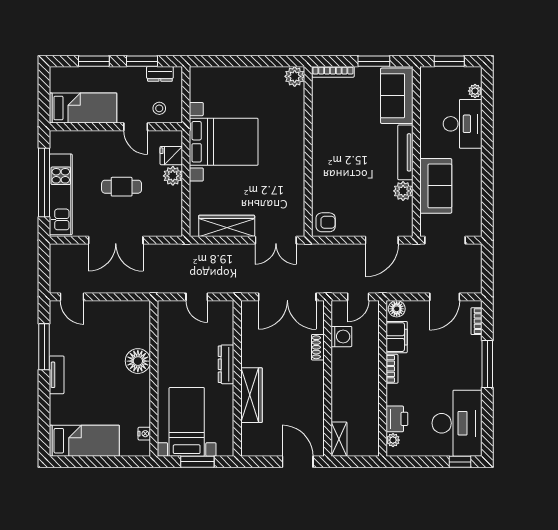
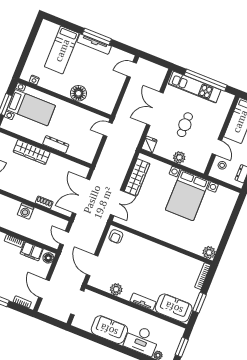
door: (136, 127) -> (217, 147), swing flipped
tv unit: (405, 152) -> (143, 302), width x0.71
fridge: (171, 156) -> (149, 144), moved
sofa: (436, 186) -> (109, 330), moved, turned 180
double door: (276, 240) -> (117, 203), swing flipped
door: (197, 297) -> (108, 129), moved
washing machine: (341, 337) -> (26, 211), moved
window: (44, 347) -> (97, 37), moved
tv unit: (57, 375) -> (94, 44), width x1.41
bed: (84, 441) -> (62, 50), moved

